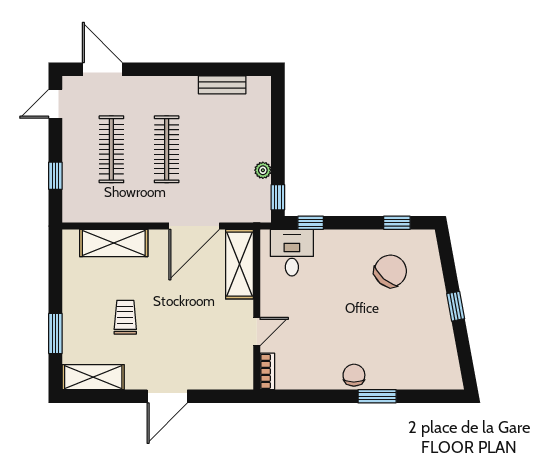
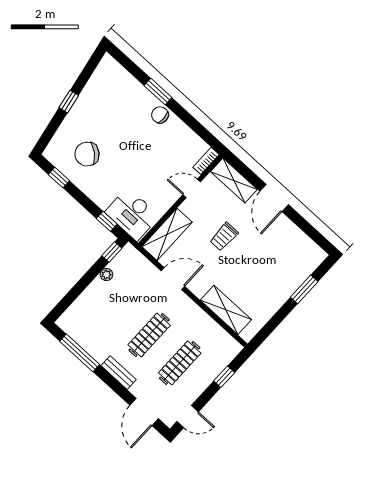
window: (219, 69) -> (80, 353), added
bench: (222, 85) -> (119, 373), moved
door: (194, 226) -> (173, 279), width x0.73
desk: (292, 253) -> (132, 214), width x1.37
trolley: (125, 317) -> (224, 237), moved
chair: (354, 375) -> (160, 115), turned 90
shelving: (93, 377) -> (234, 181), moved
door: (167, 396) -> (274, 198), swing flipped

